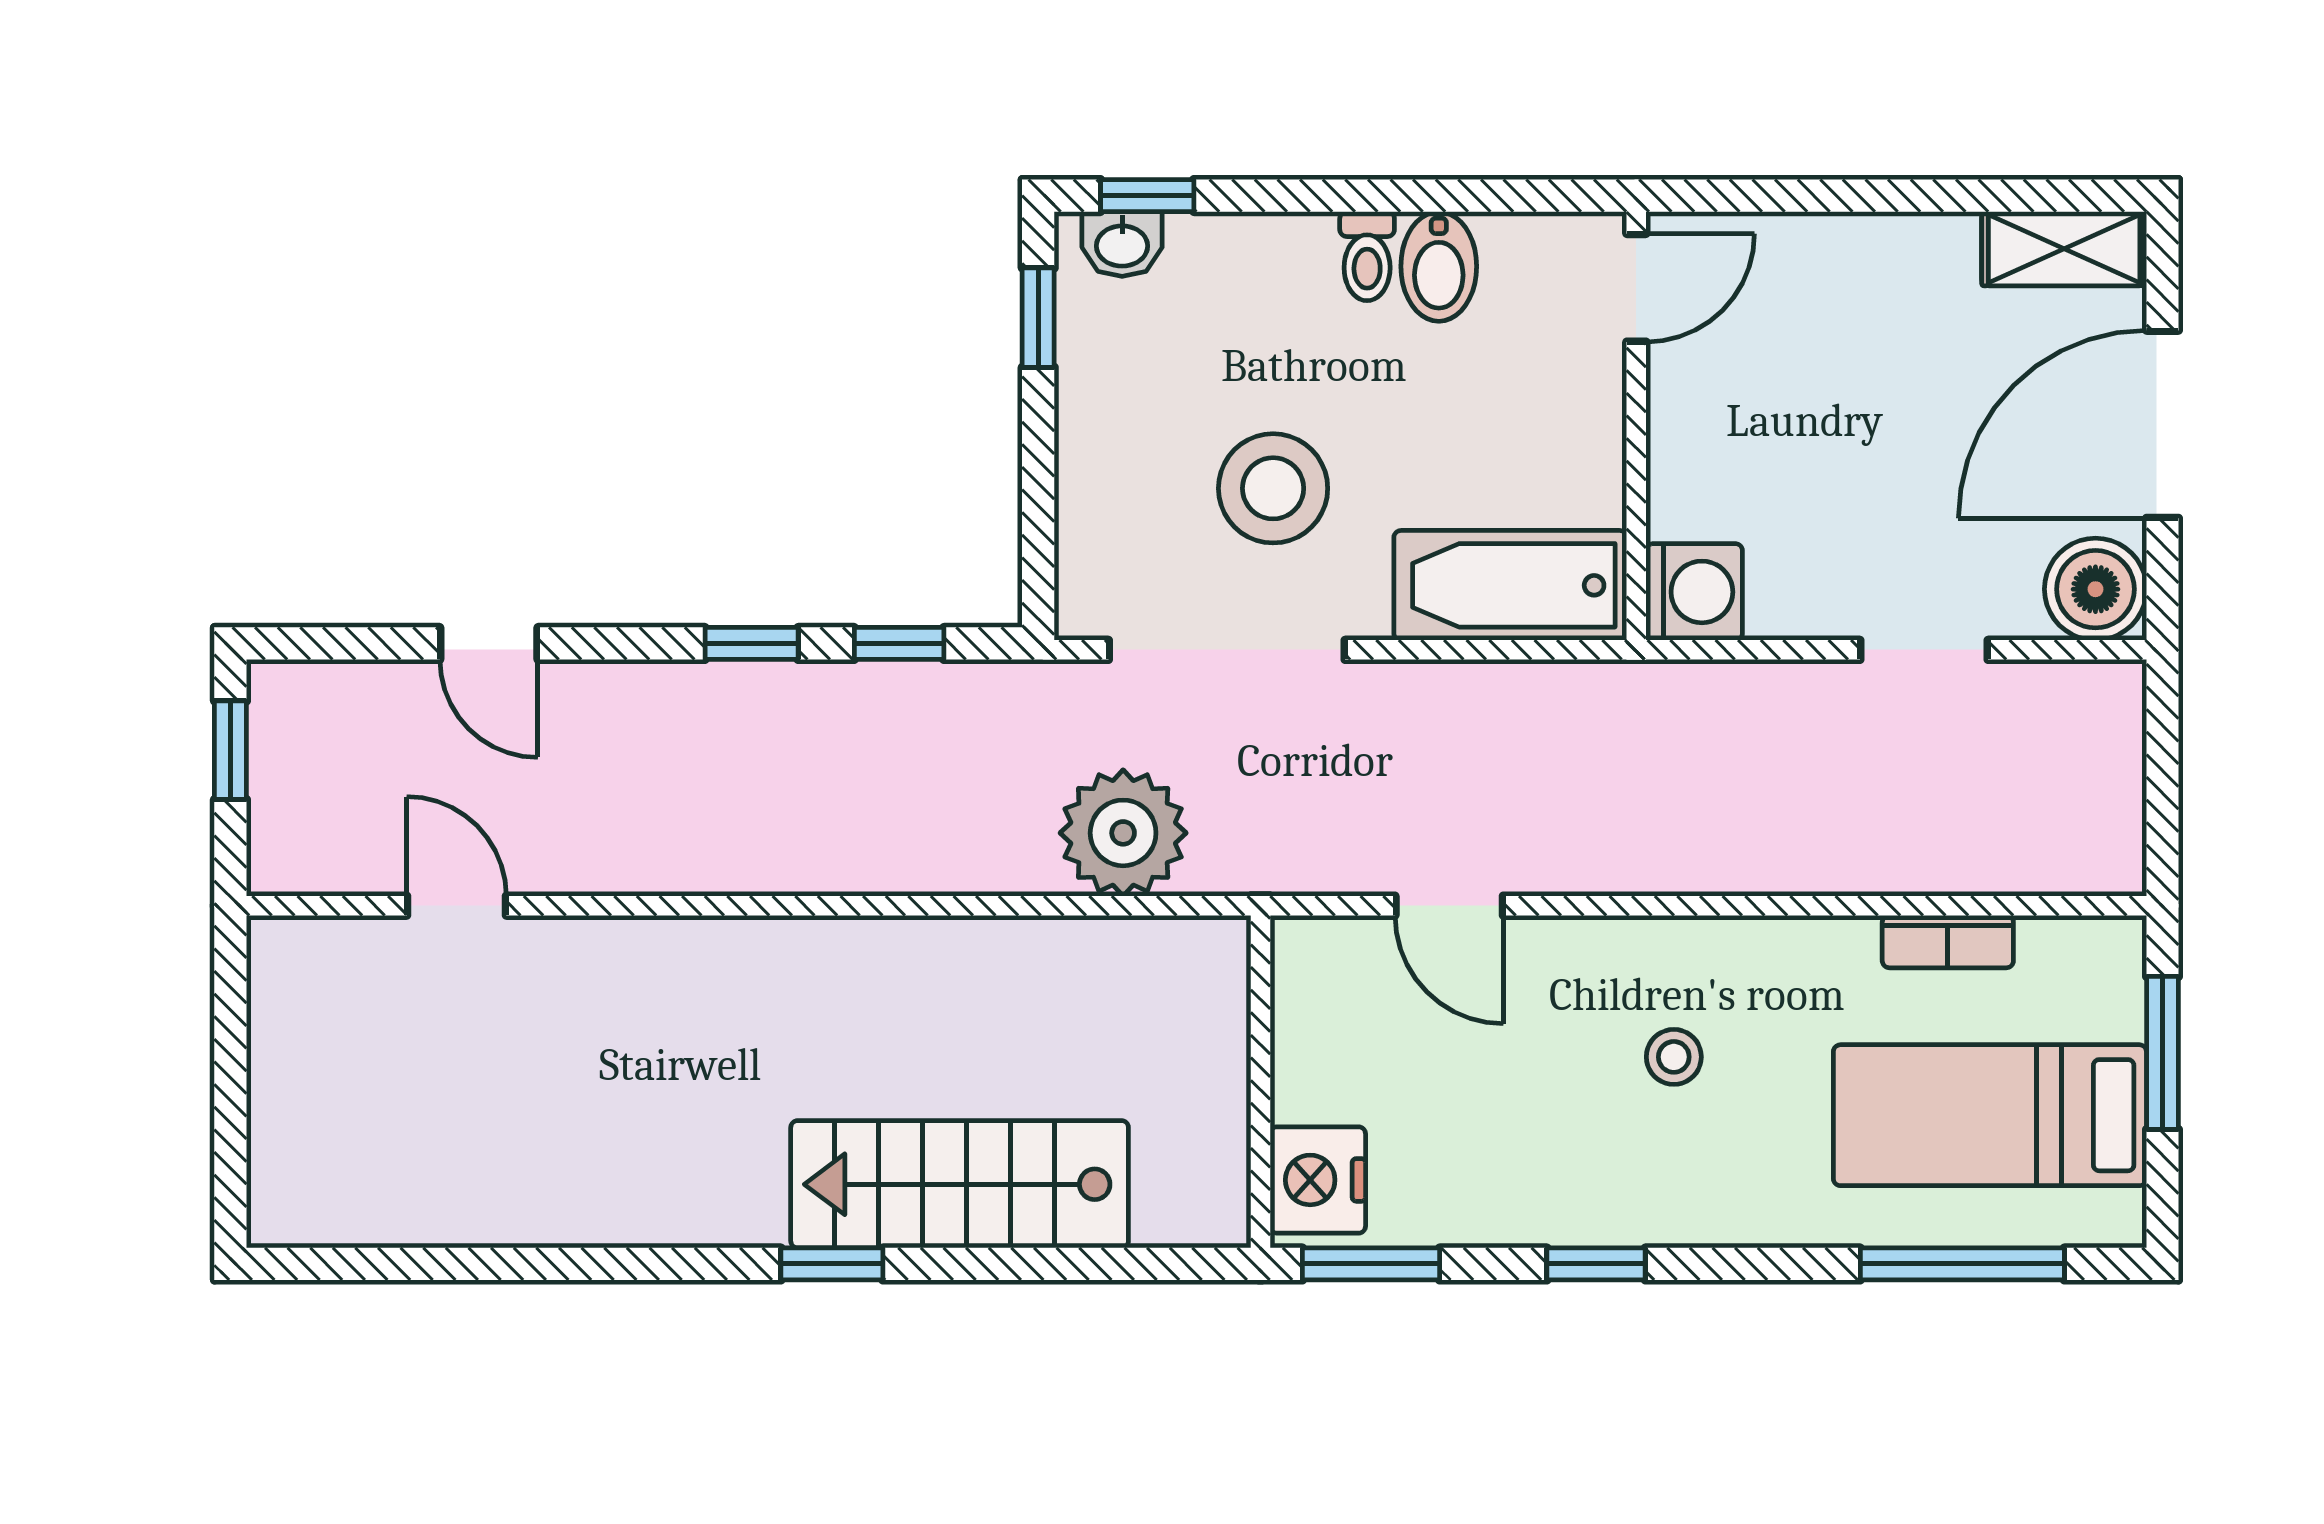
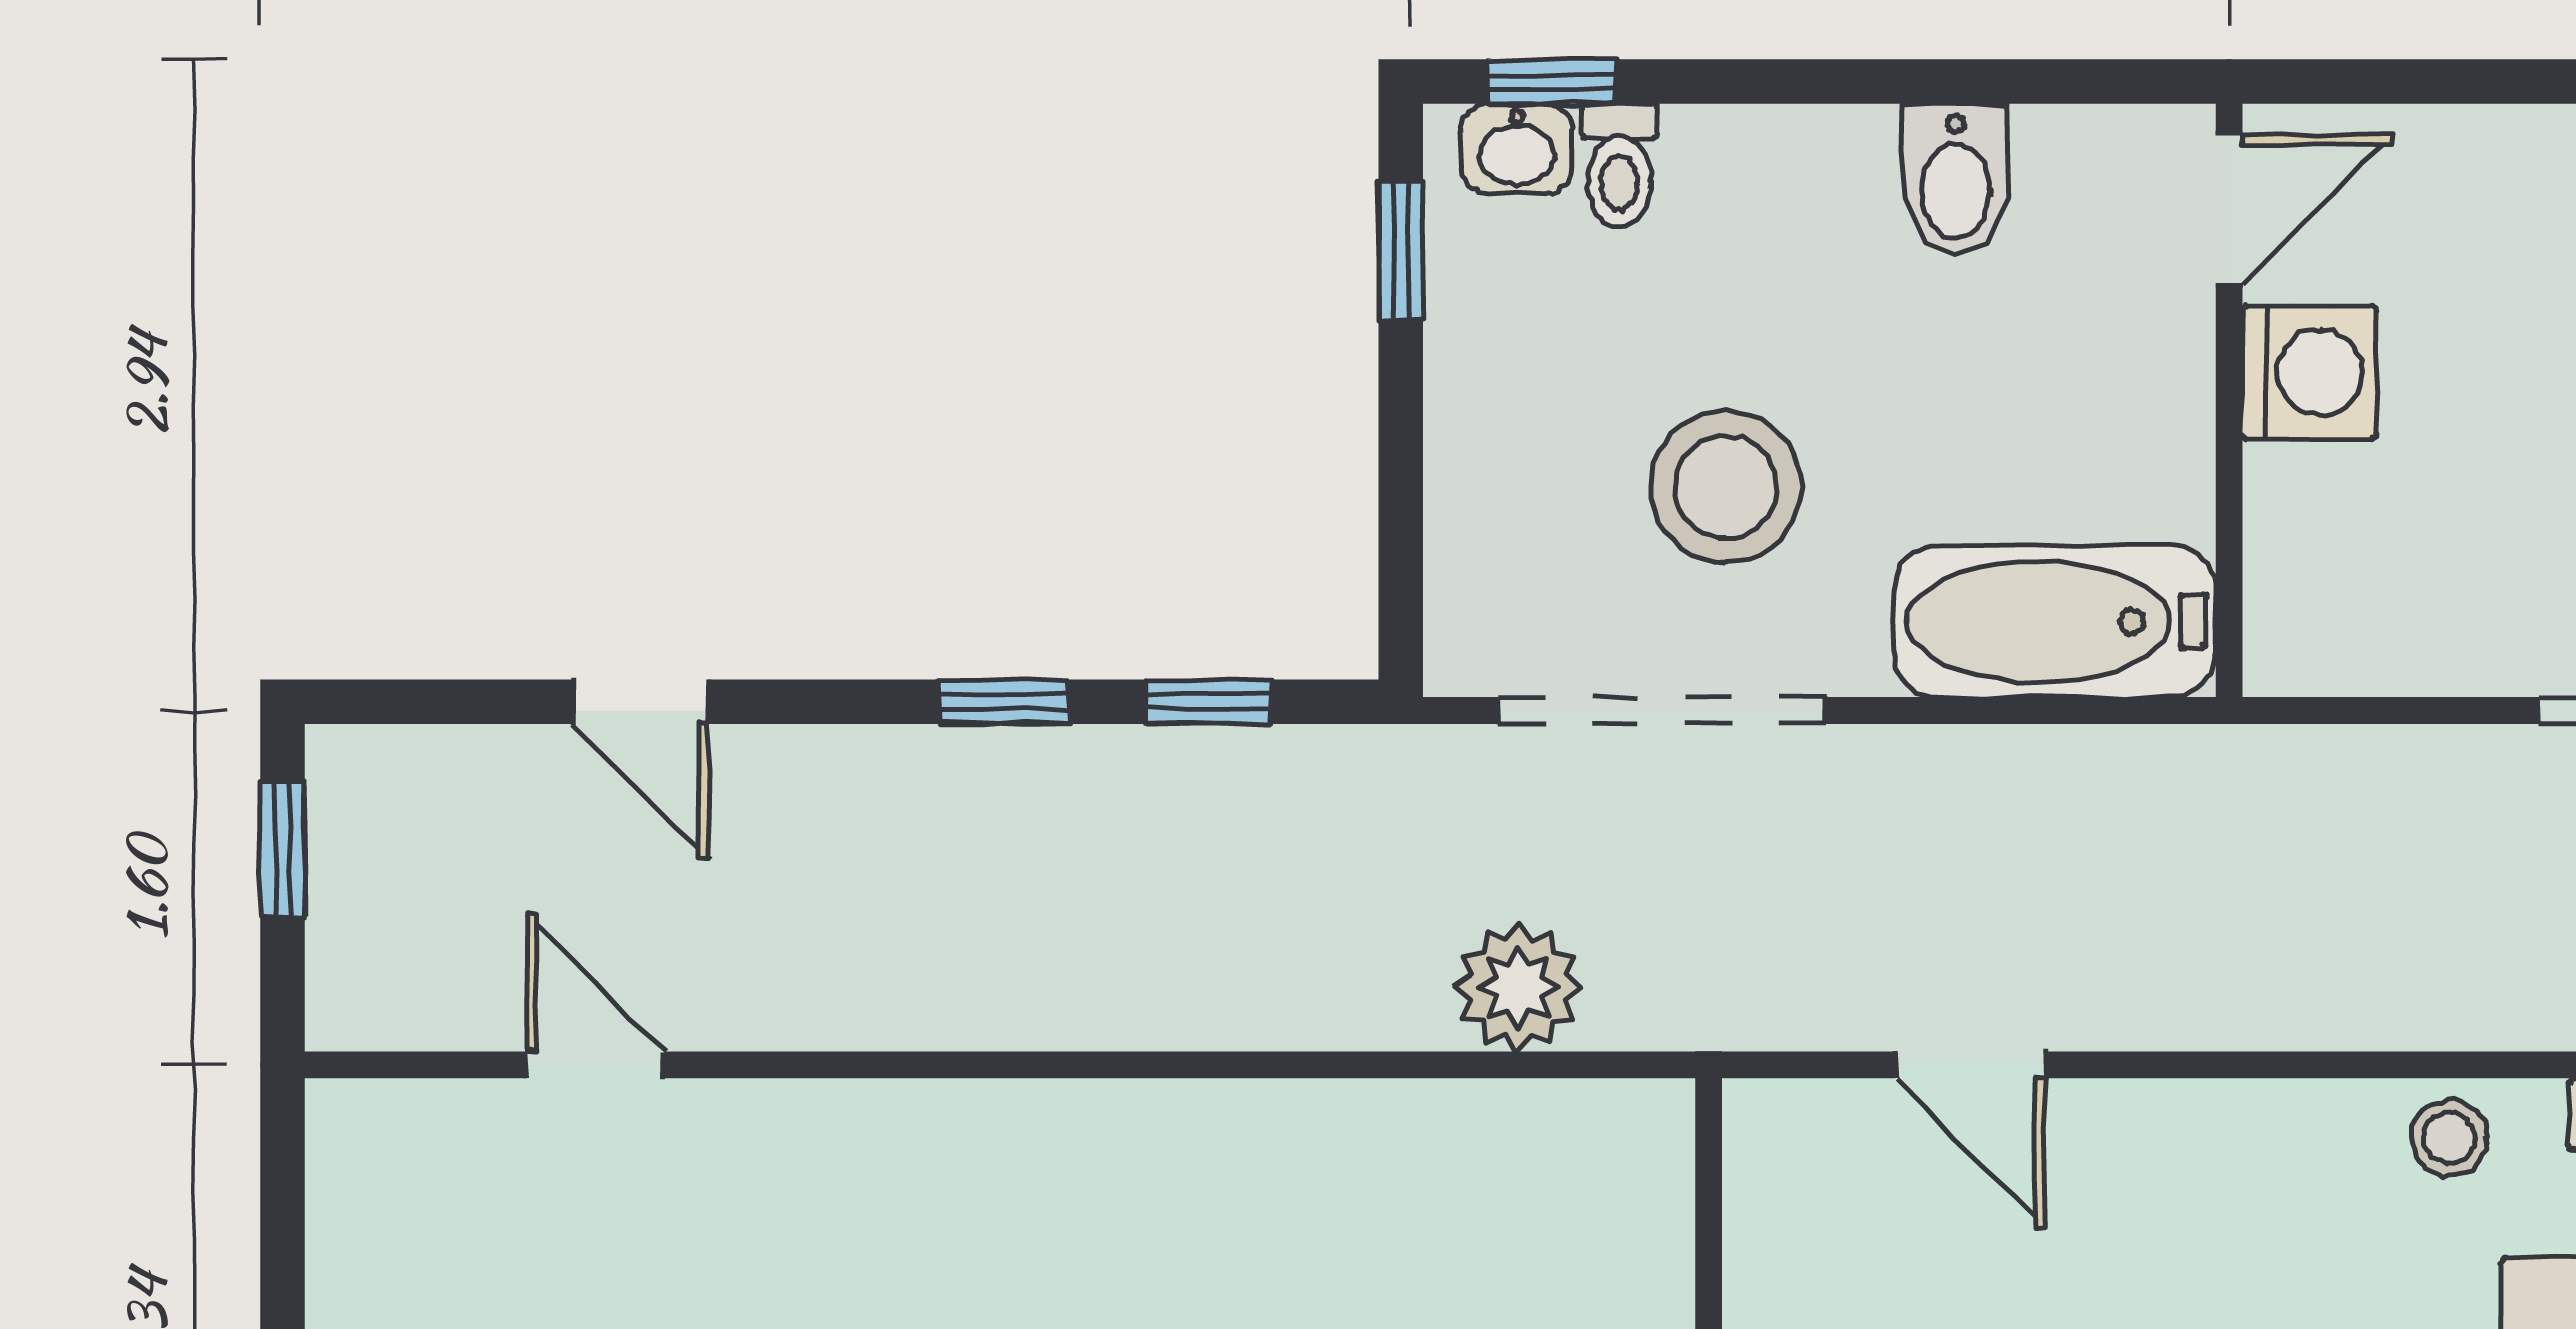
toilet: (1367, 256) -> (1619, 165), moved
washing machine: (1694, 592) -> (2309, 372), moved
plant: (1123, 833) -> (1518, 987), width x0.73, depth x0.73
stool: (1674, 1057) -> (2449, 1138), moved

